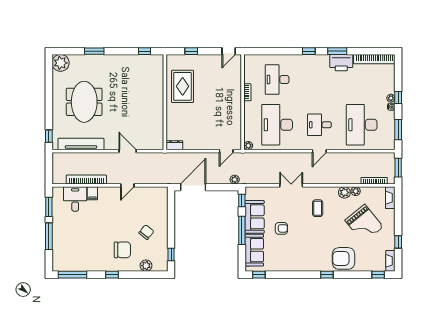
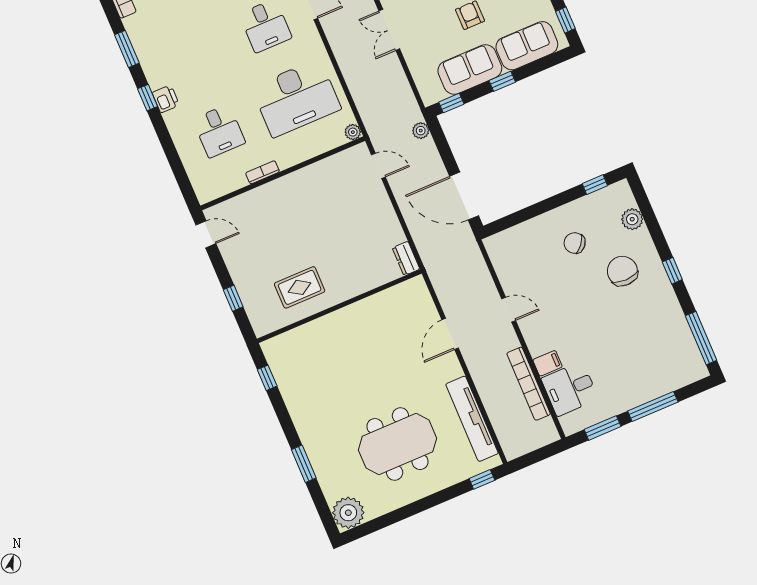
printer: (341, 63) -> (166, 99), moved, width x0.53, depth x0.68
desk: (277, 80) -> (219, 131), width x0.73
rug: (183, 86) -> (300, 287), width x0.73, depth x0.70
window: (242, 230) -> (502, 81), width x0.46

